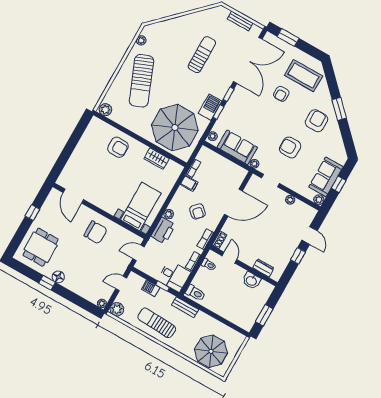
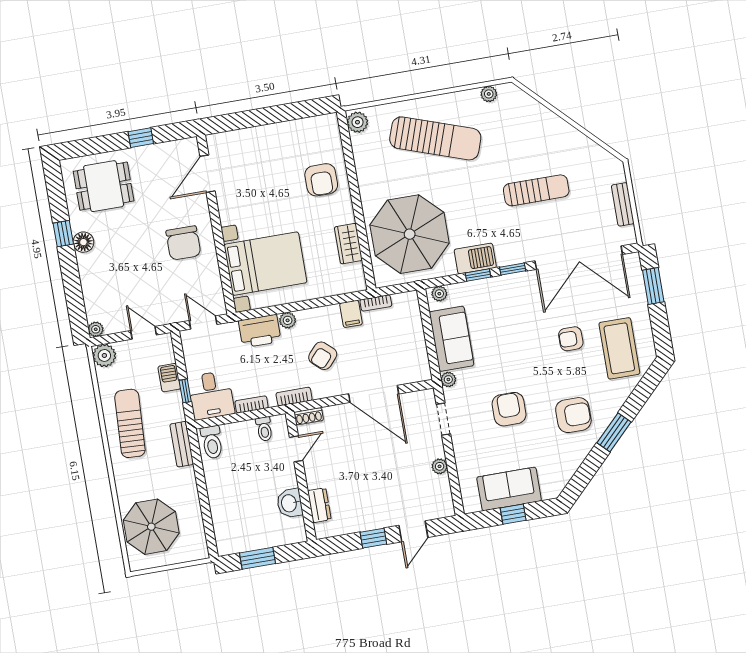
sun lounger: (141, 81) -> (435, 138), turned -139
plant: (319, 200) -> (471, 504), removed
bed with nightstands: (141, 206) -> (265, 264), width x1.36

